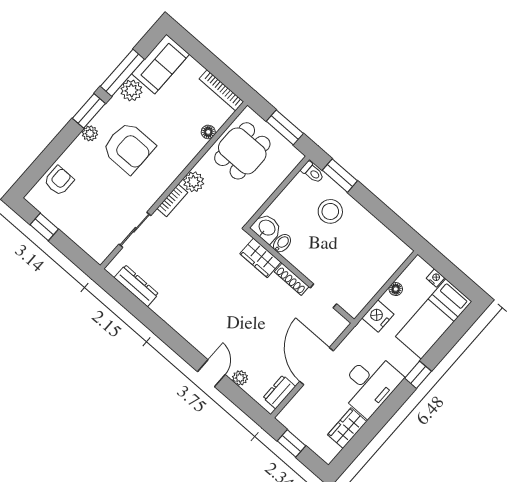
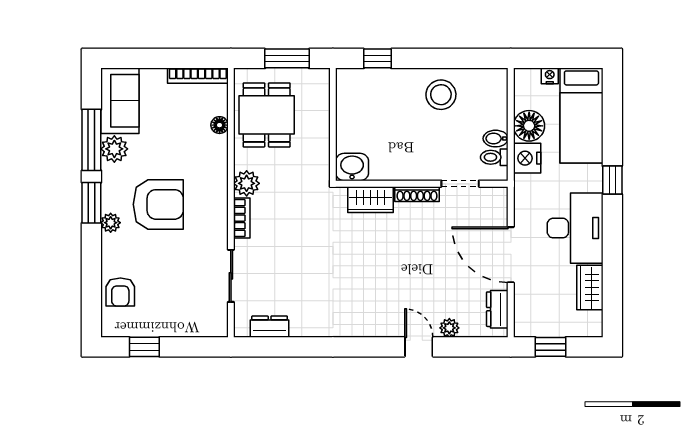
toilet: (312, 172) -> (494, 157), moved, turned 180
window: (340, 176) -> (377, 58), width x0.67
armchair: (59, 181) -> (120, 292), turned 180
stool: (330, 211) -> (441, 95), moved
bidet: (282, 243) -> (496, 139), moved, turned -90
dresser: (136, 286) -> (270, 327), width x0.70
floor lamp: (396, 289) -> (529, 126), width x1.89, depth x1.89

